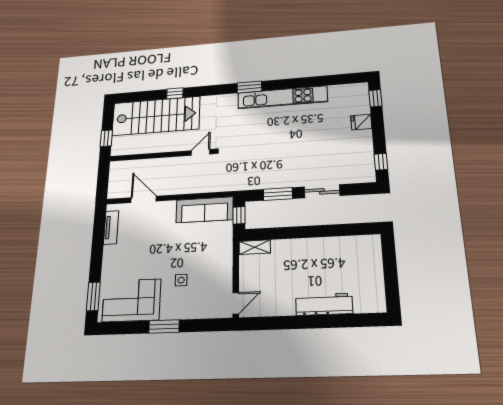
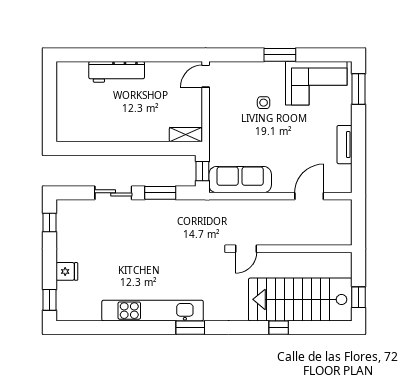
window: (106, 138) -> (358, 297), moved
door: (144, 199) -> (309, 196), swing flipped
tv unit: (111, 227) -> (345, 145), moved

